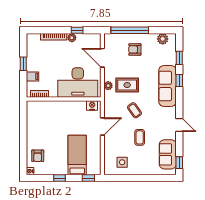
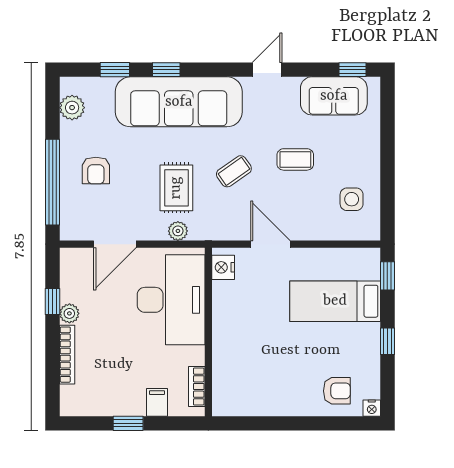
sofa: (168, 86) -> (179, 102), width x1.36, depth x1.27

